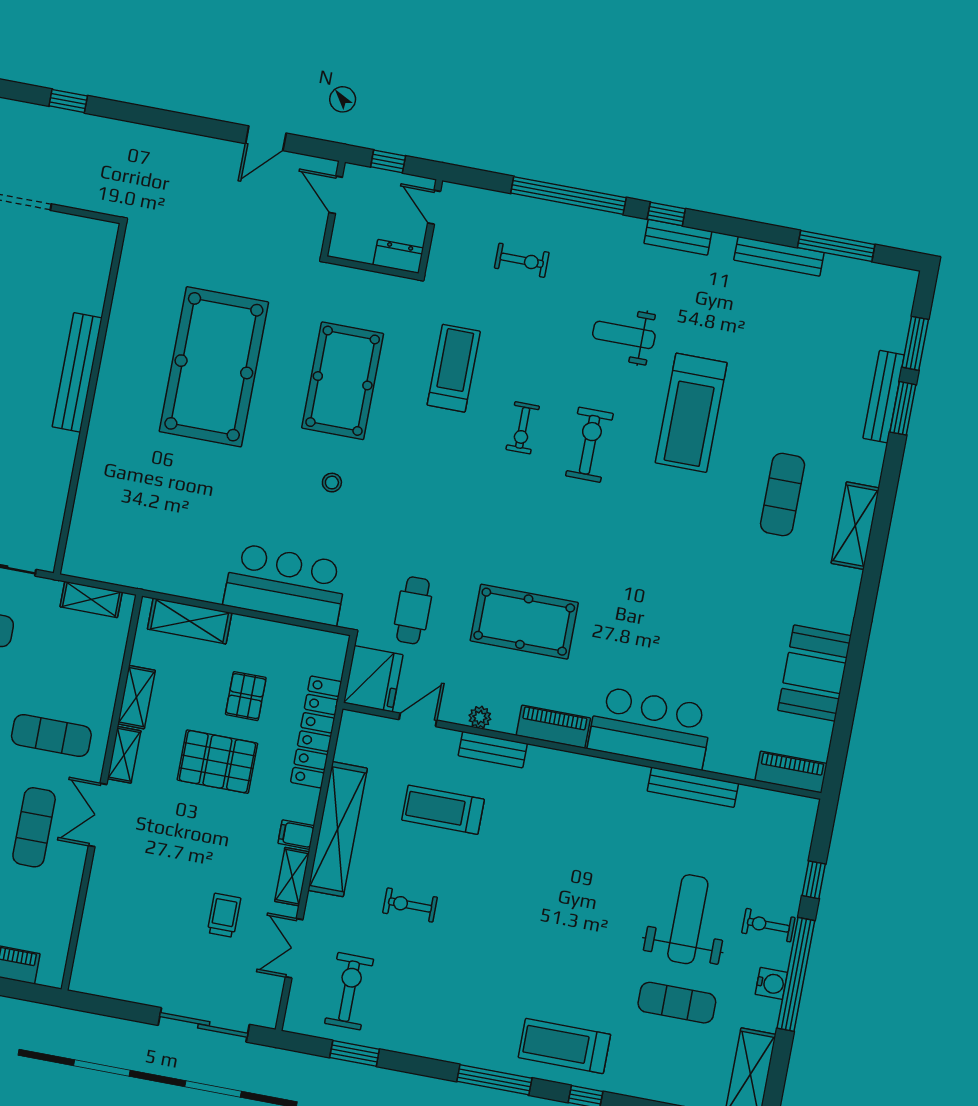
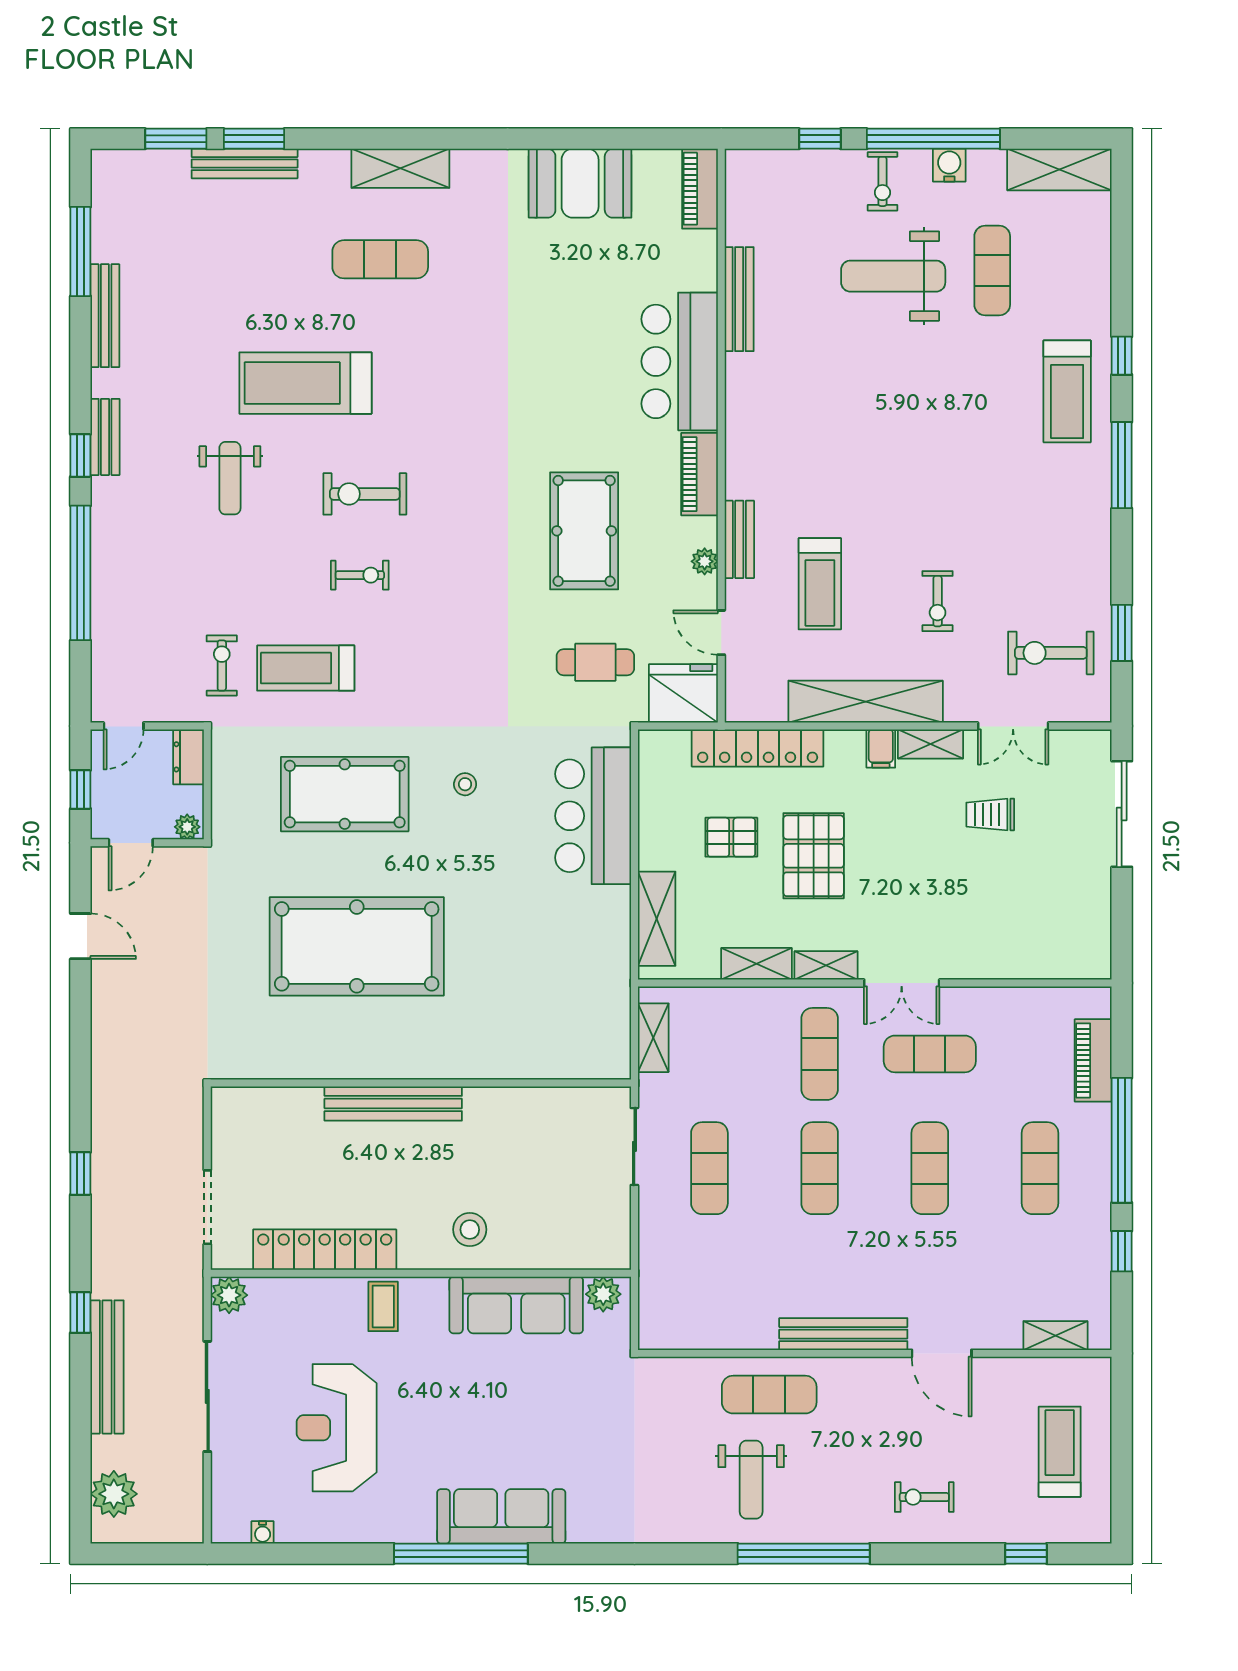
plant: (340, 244) -> (187, 827), added
exercise bike: (522, 260) -> (222, 665), moved
treadmill: (691, 413) -> (305, 383), turned 180

